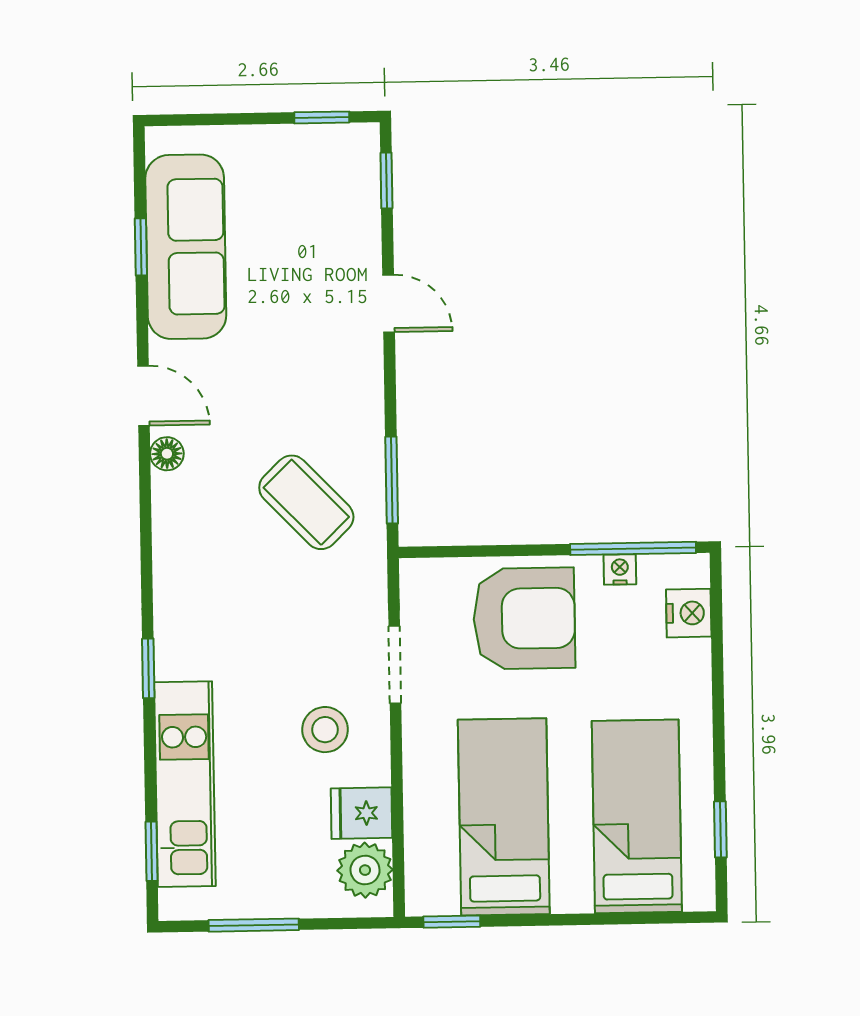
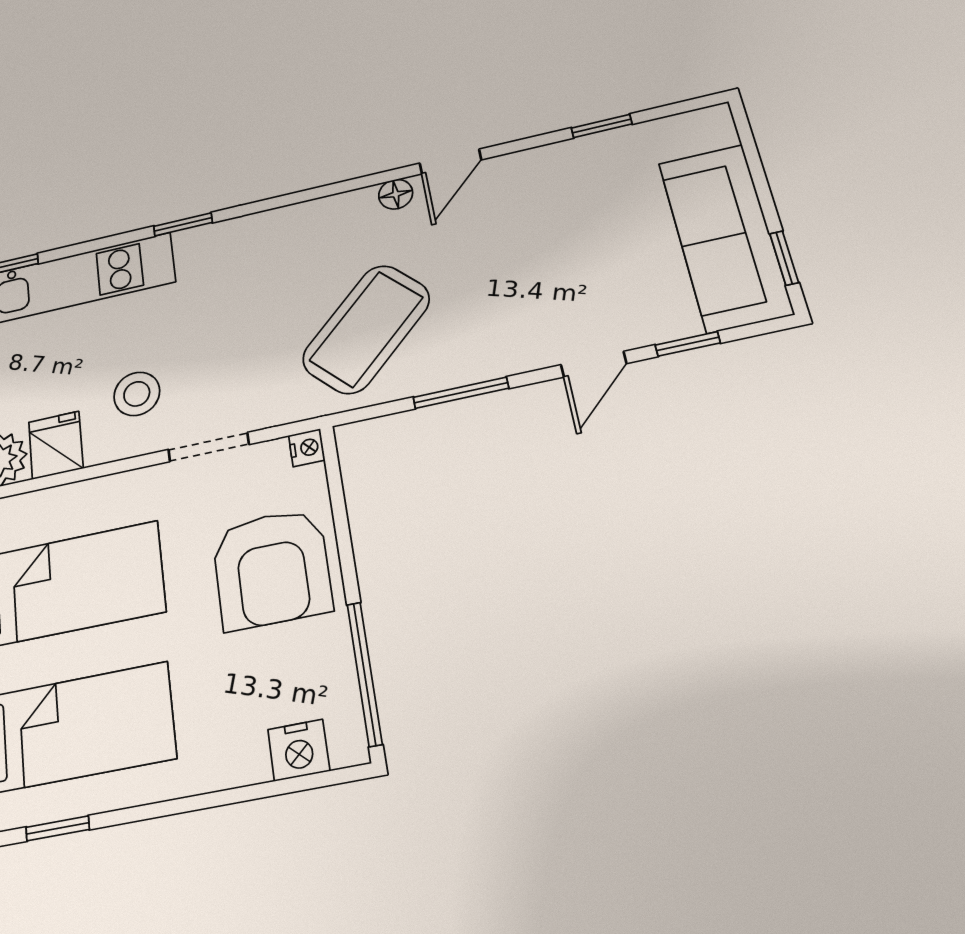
window: (386, 181) -> (688, 344), moved
sofa: (186, 247) -> (725, 237), moved, turned 90
window: (392, 480) -> (461, 393), moved
coffee table: (306, 502) -> (366, 329), width x1.36, depth x1.32
nightstand: (620, 569) -> (307, 448), moved

